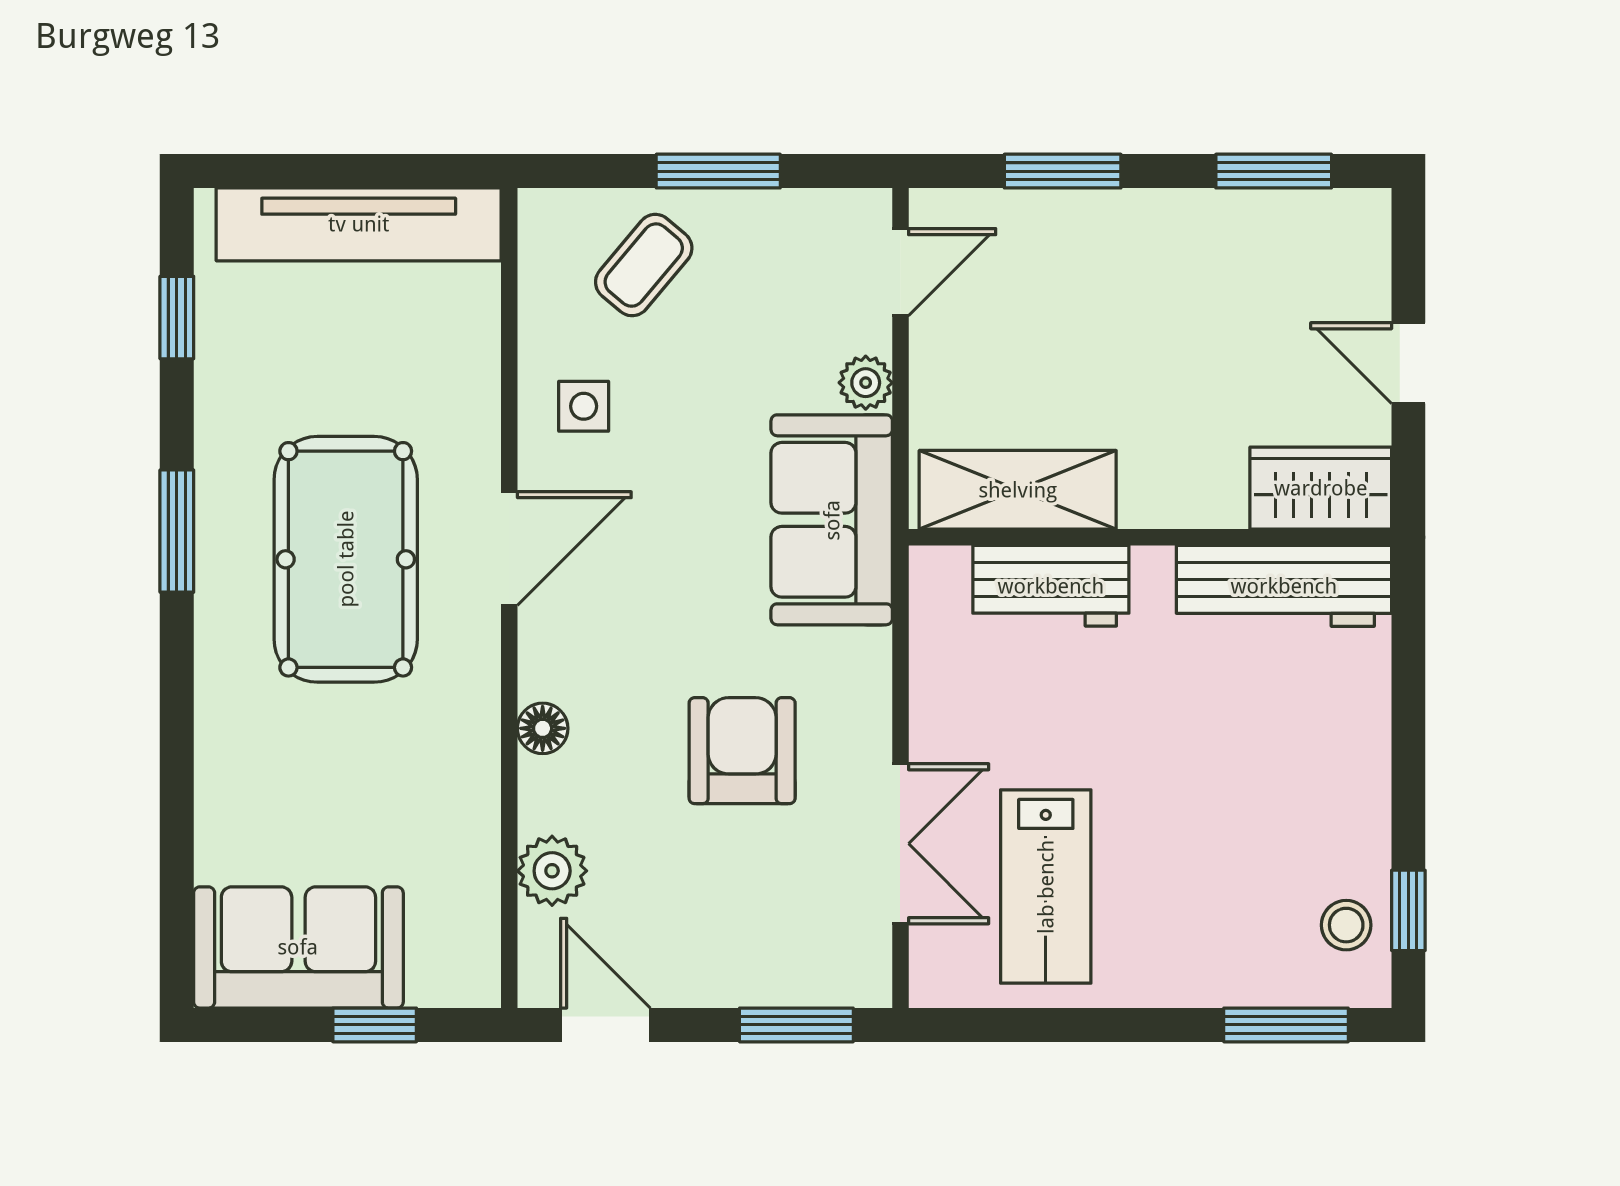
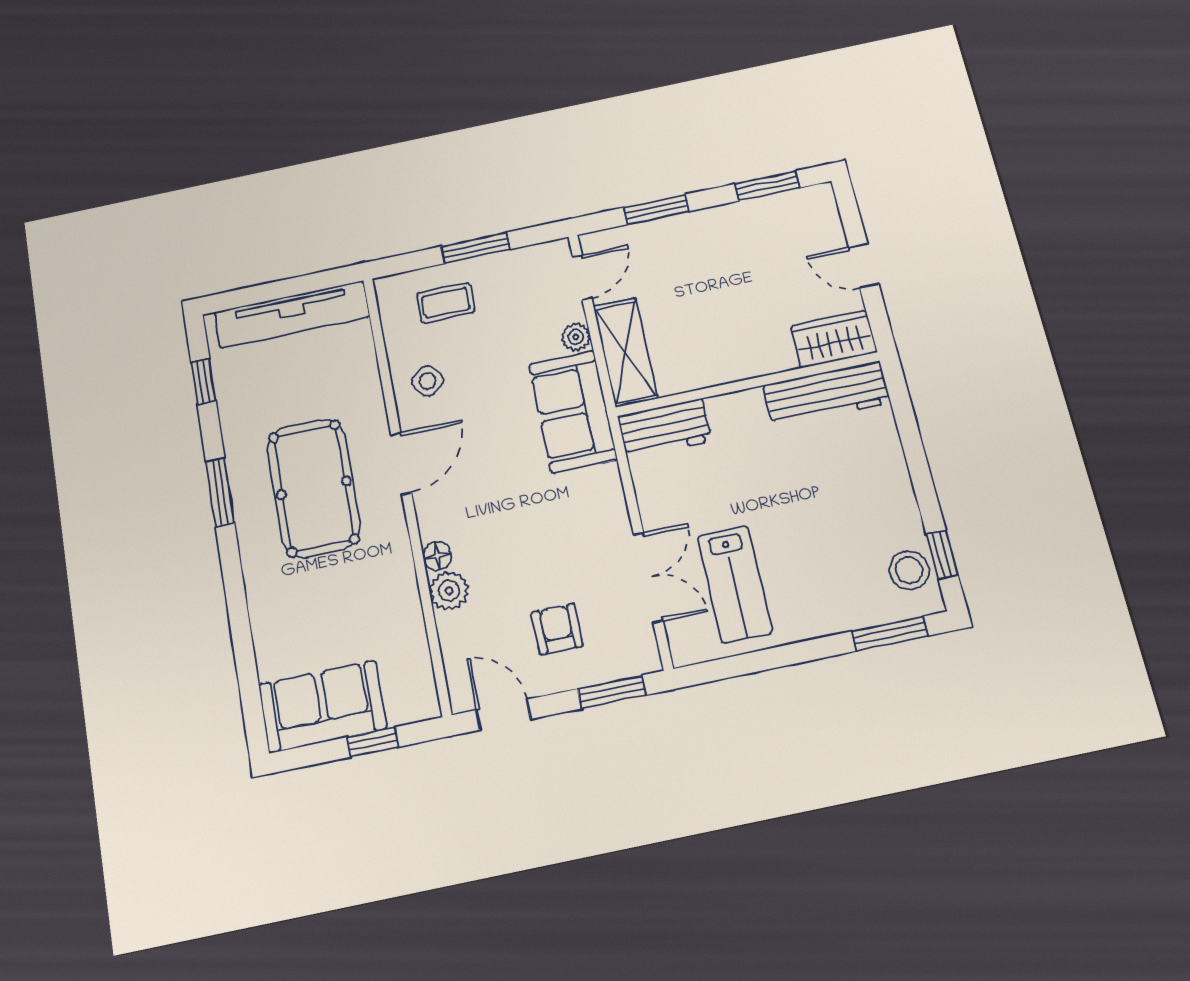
coffee table: (644, 265) -> (446, 303), turned 50
side table: (584, 406) -> (427, 381), turned -38
shelving: (1018, 490) -> (625, 352), moved, turned 90
workbench: (1051, 586) -> (665, 428), moved
armchair: (742, 751) -> (557, 629), moved, width x0.72, depth x0.72
plant: (552, 871) -> (449, 591), moved
stool: (1346, 925) -> (909, 570), width x1.37, depth x1.37

